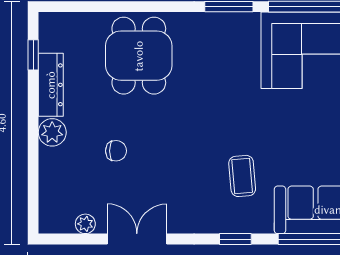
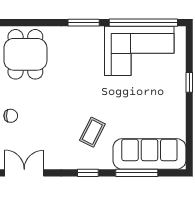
coffee table: (242, 176) -> (92, 132), turned 32

